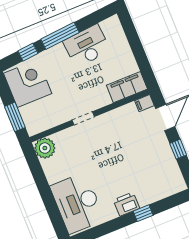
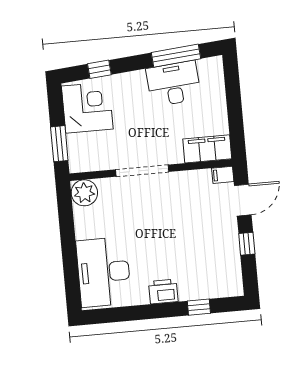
window: (60, 36) -> (176, 56), moved
doorway: (83, 118) -> (142, 171), width x1.88
window: (143, 213) -> (199, 307), moved

